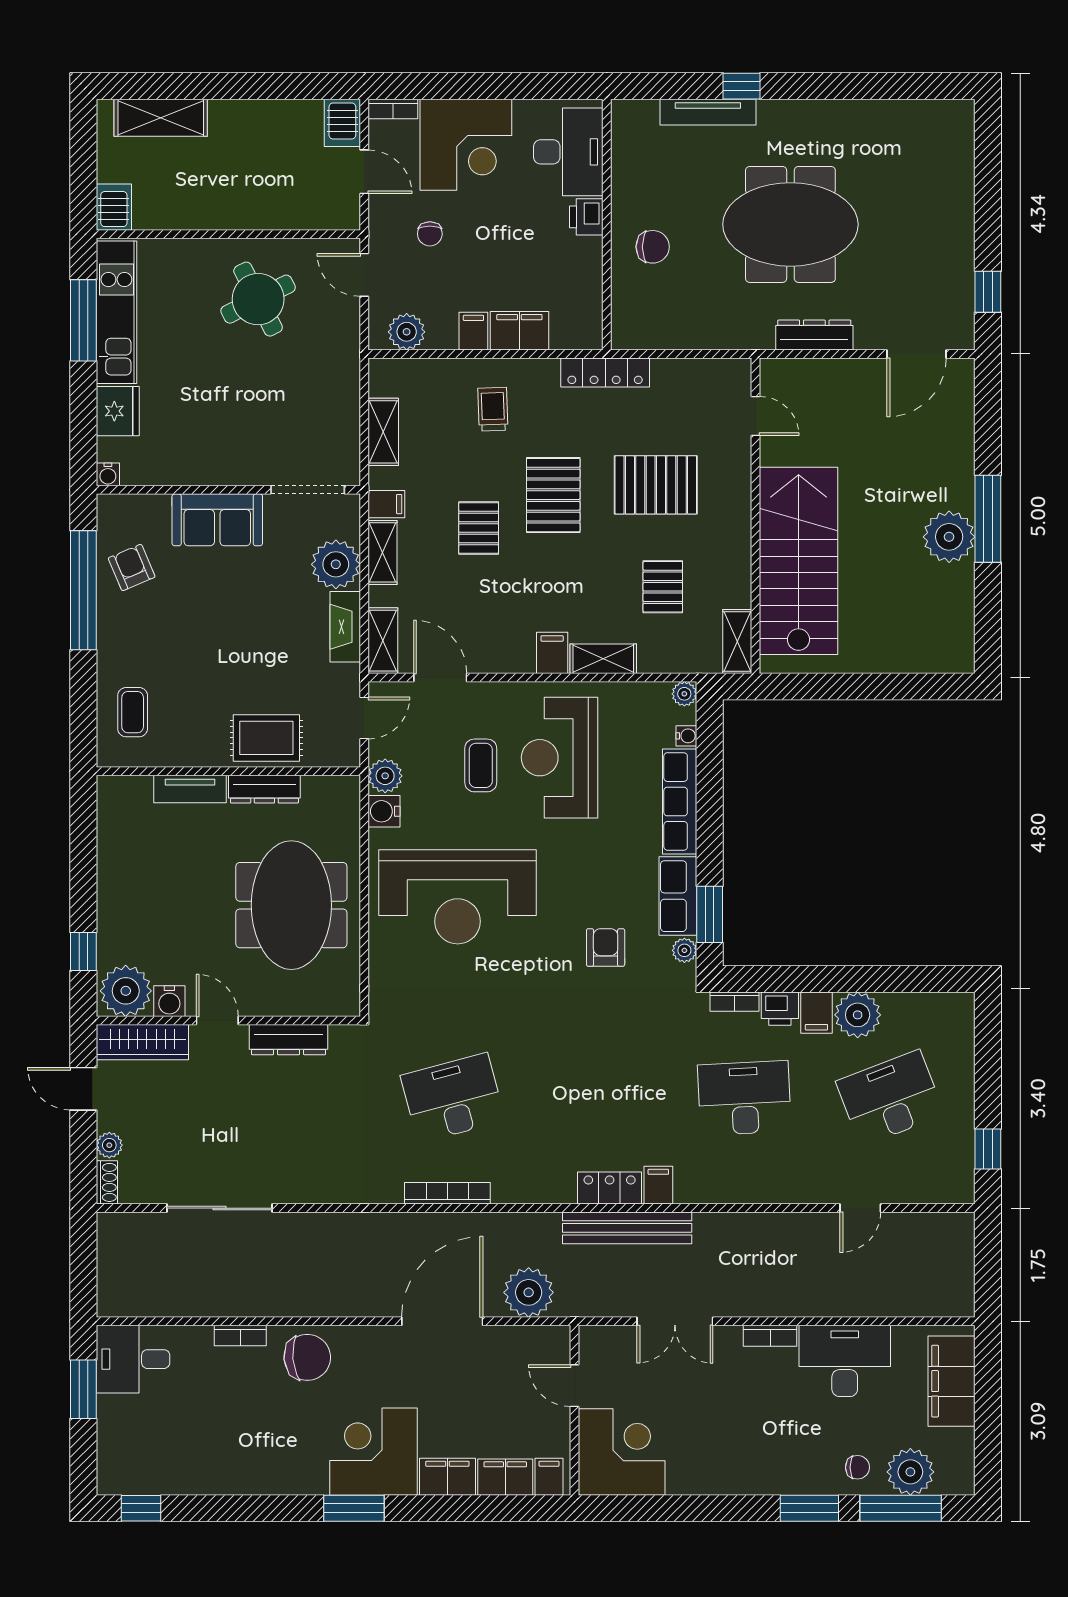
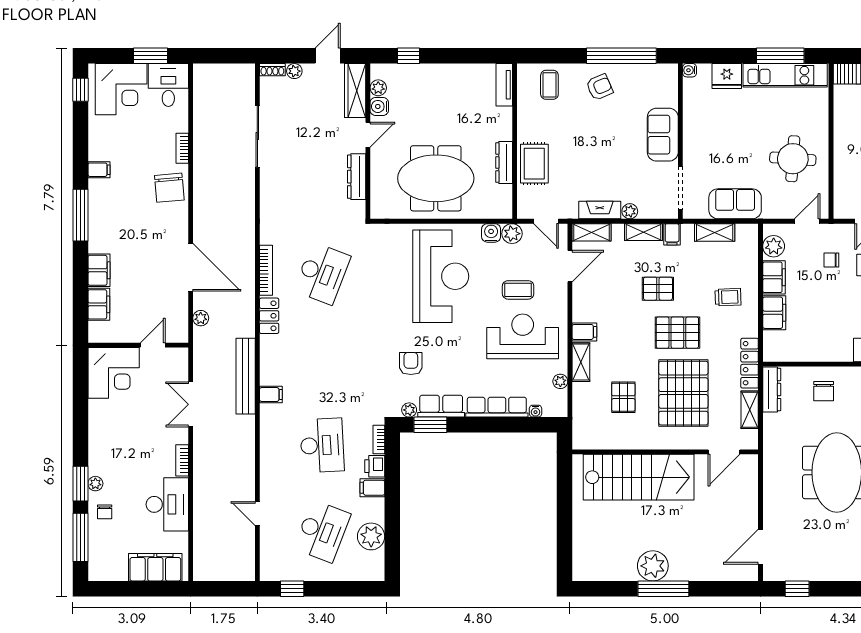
printer: (586, 217) -> (841, 352), removed
round table: (258, 299) -> (793, 159), turned 31
filing cabinet: (473, 331) -> (774, 277), width x2.00
dresser: (814, 335) -> (772, 390), moved
door: (917, 354) -> (760, 547), hinge flipped
sofa: (335, 397) -> (735, 204), added
door: (756, 416) -> (724, 452), width x1.37
pallet: (656, 485) -> (683, 393), width x1.37, depth x1.41
plant: (336, 564) -> (630, 211), width x0.53, depth x0.53
armchair: (132, 567) -> (600, 87), moved
pallet: (663, 587) -> (623, 397), turned 90
shelving: (737, 641) -> (750, 410), moved, turned 90
plant: (684, 694) -> (560, 381), moved
coffee table: (133, 712) -> (549, 85), turned 90
tv unit: (190, 789) -> (504, 85), moved
reception desk: (458, 897) -> (441, 276), turned 180
armchair: (606, 947) -> (411, 363), turned -90
plant: (126, 991) -> (378, 88), width x0.53, depth x0.53
plant: (858, 1015) -> (371, 536), moved
desk: (453, 1098) -> (322, 273), turned 36
desk: (890, 1098) -> (322, 531), turned 42
locker: (610, 1188) -> (269, 316), moved
plant: (529, 1292) -> (201, 318), width x0.53, depth x0.53
corner desk: (373, 1452) -> (121, 89), moved, turned 90
plant: (910, 1472) -> (95, 484), moved, width x0.53, depth x0.53
filing cabinet: (549, 1477) -> (99, 170), moved
window: (354, 1508) -> (80, 215), width x1.44

